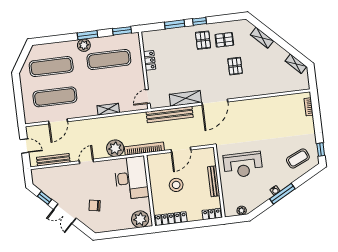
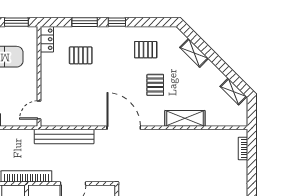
pallet: (203, 40) -> (81, 55), moved, turned 90
locker: (150, 60) -> (47, 39), moved
shelving: (185, 98) -> (185, 118), moved
door: (215, 102) -> (124, 128), swing flipped

